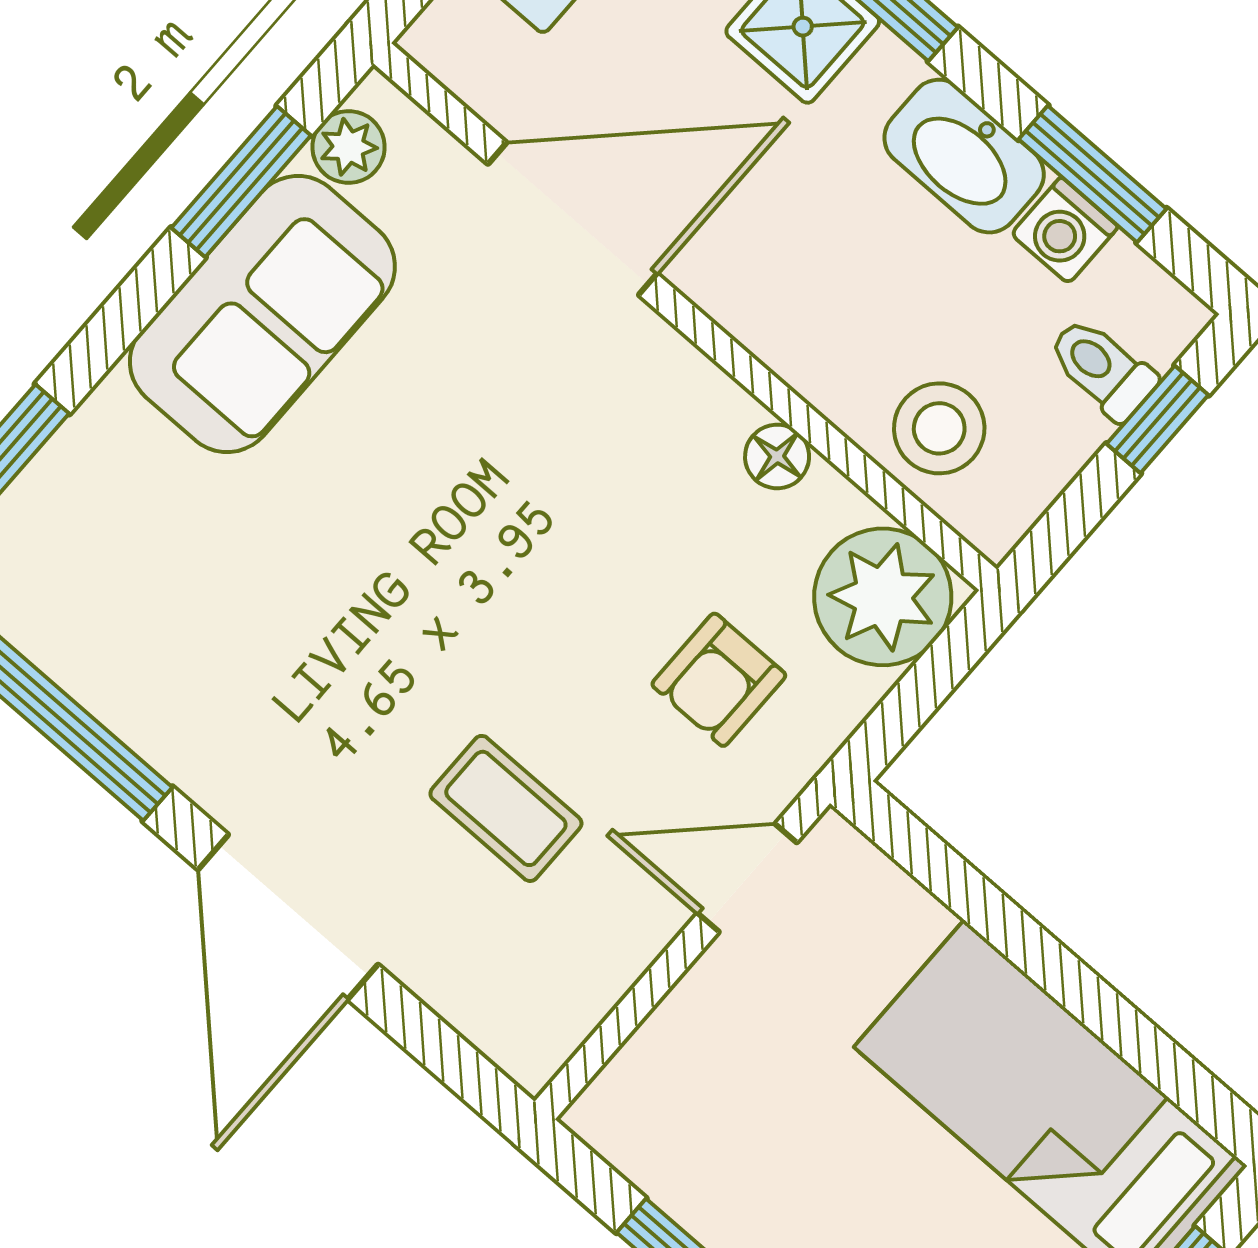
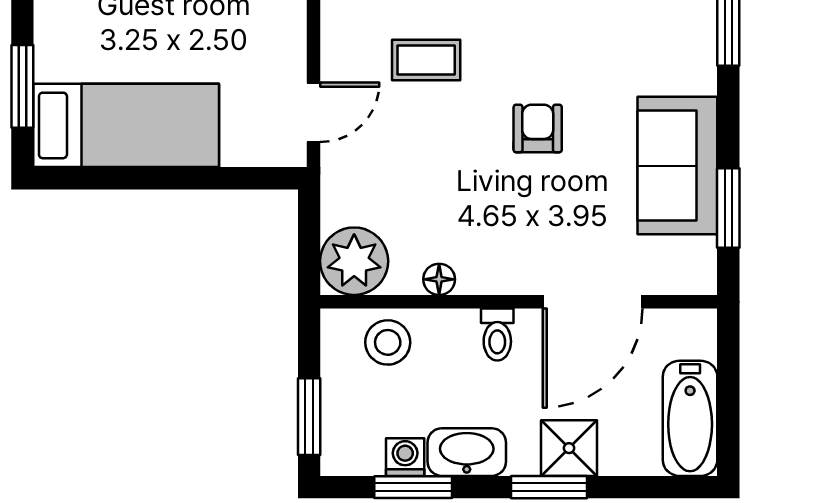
plant: (349, 147) -> (699, 256), removed
toilet: (1102, 368) -> (497, 335), moved, turned 90
window: (1158, 419) -> (309, 417), width x1.50
armchair: (719, 680) -> (538, 129), moved

